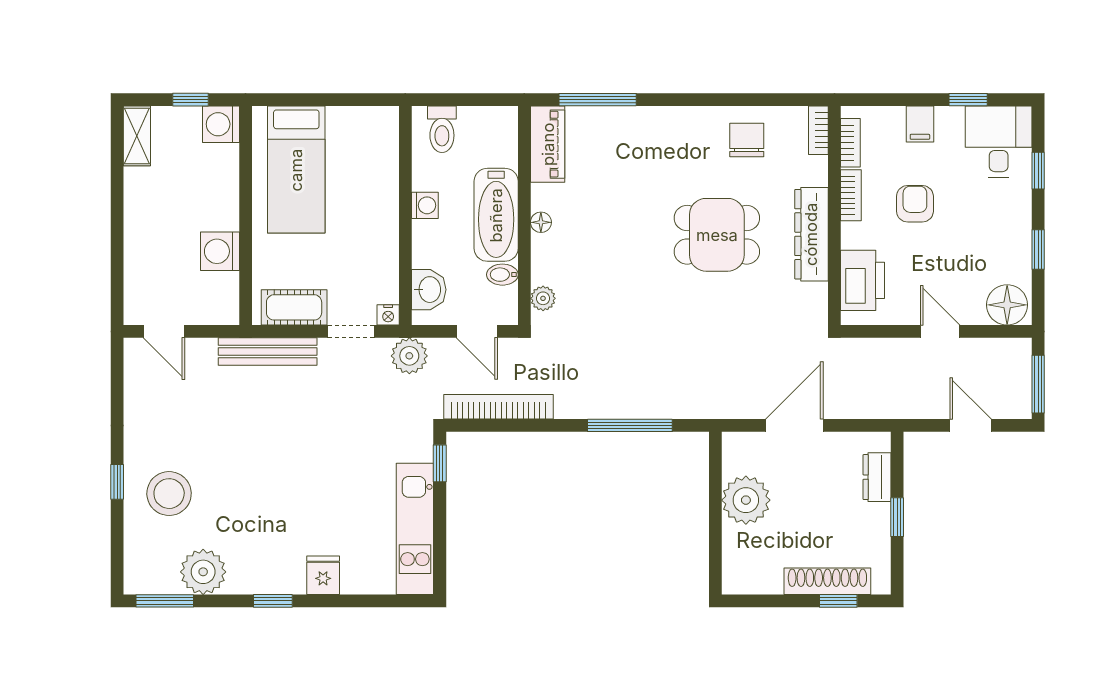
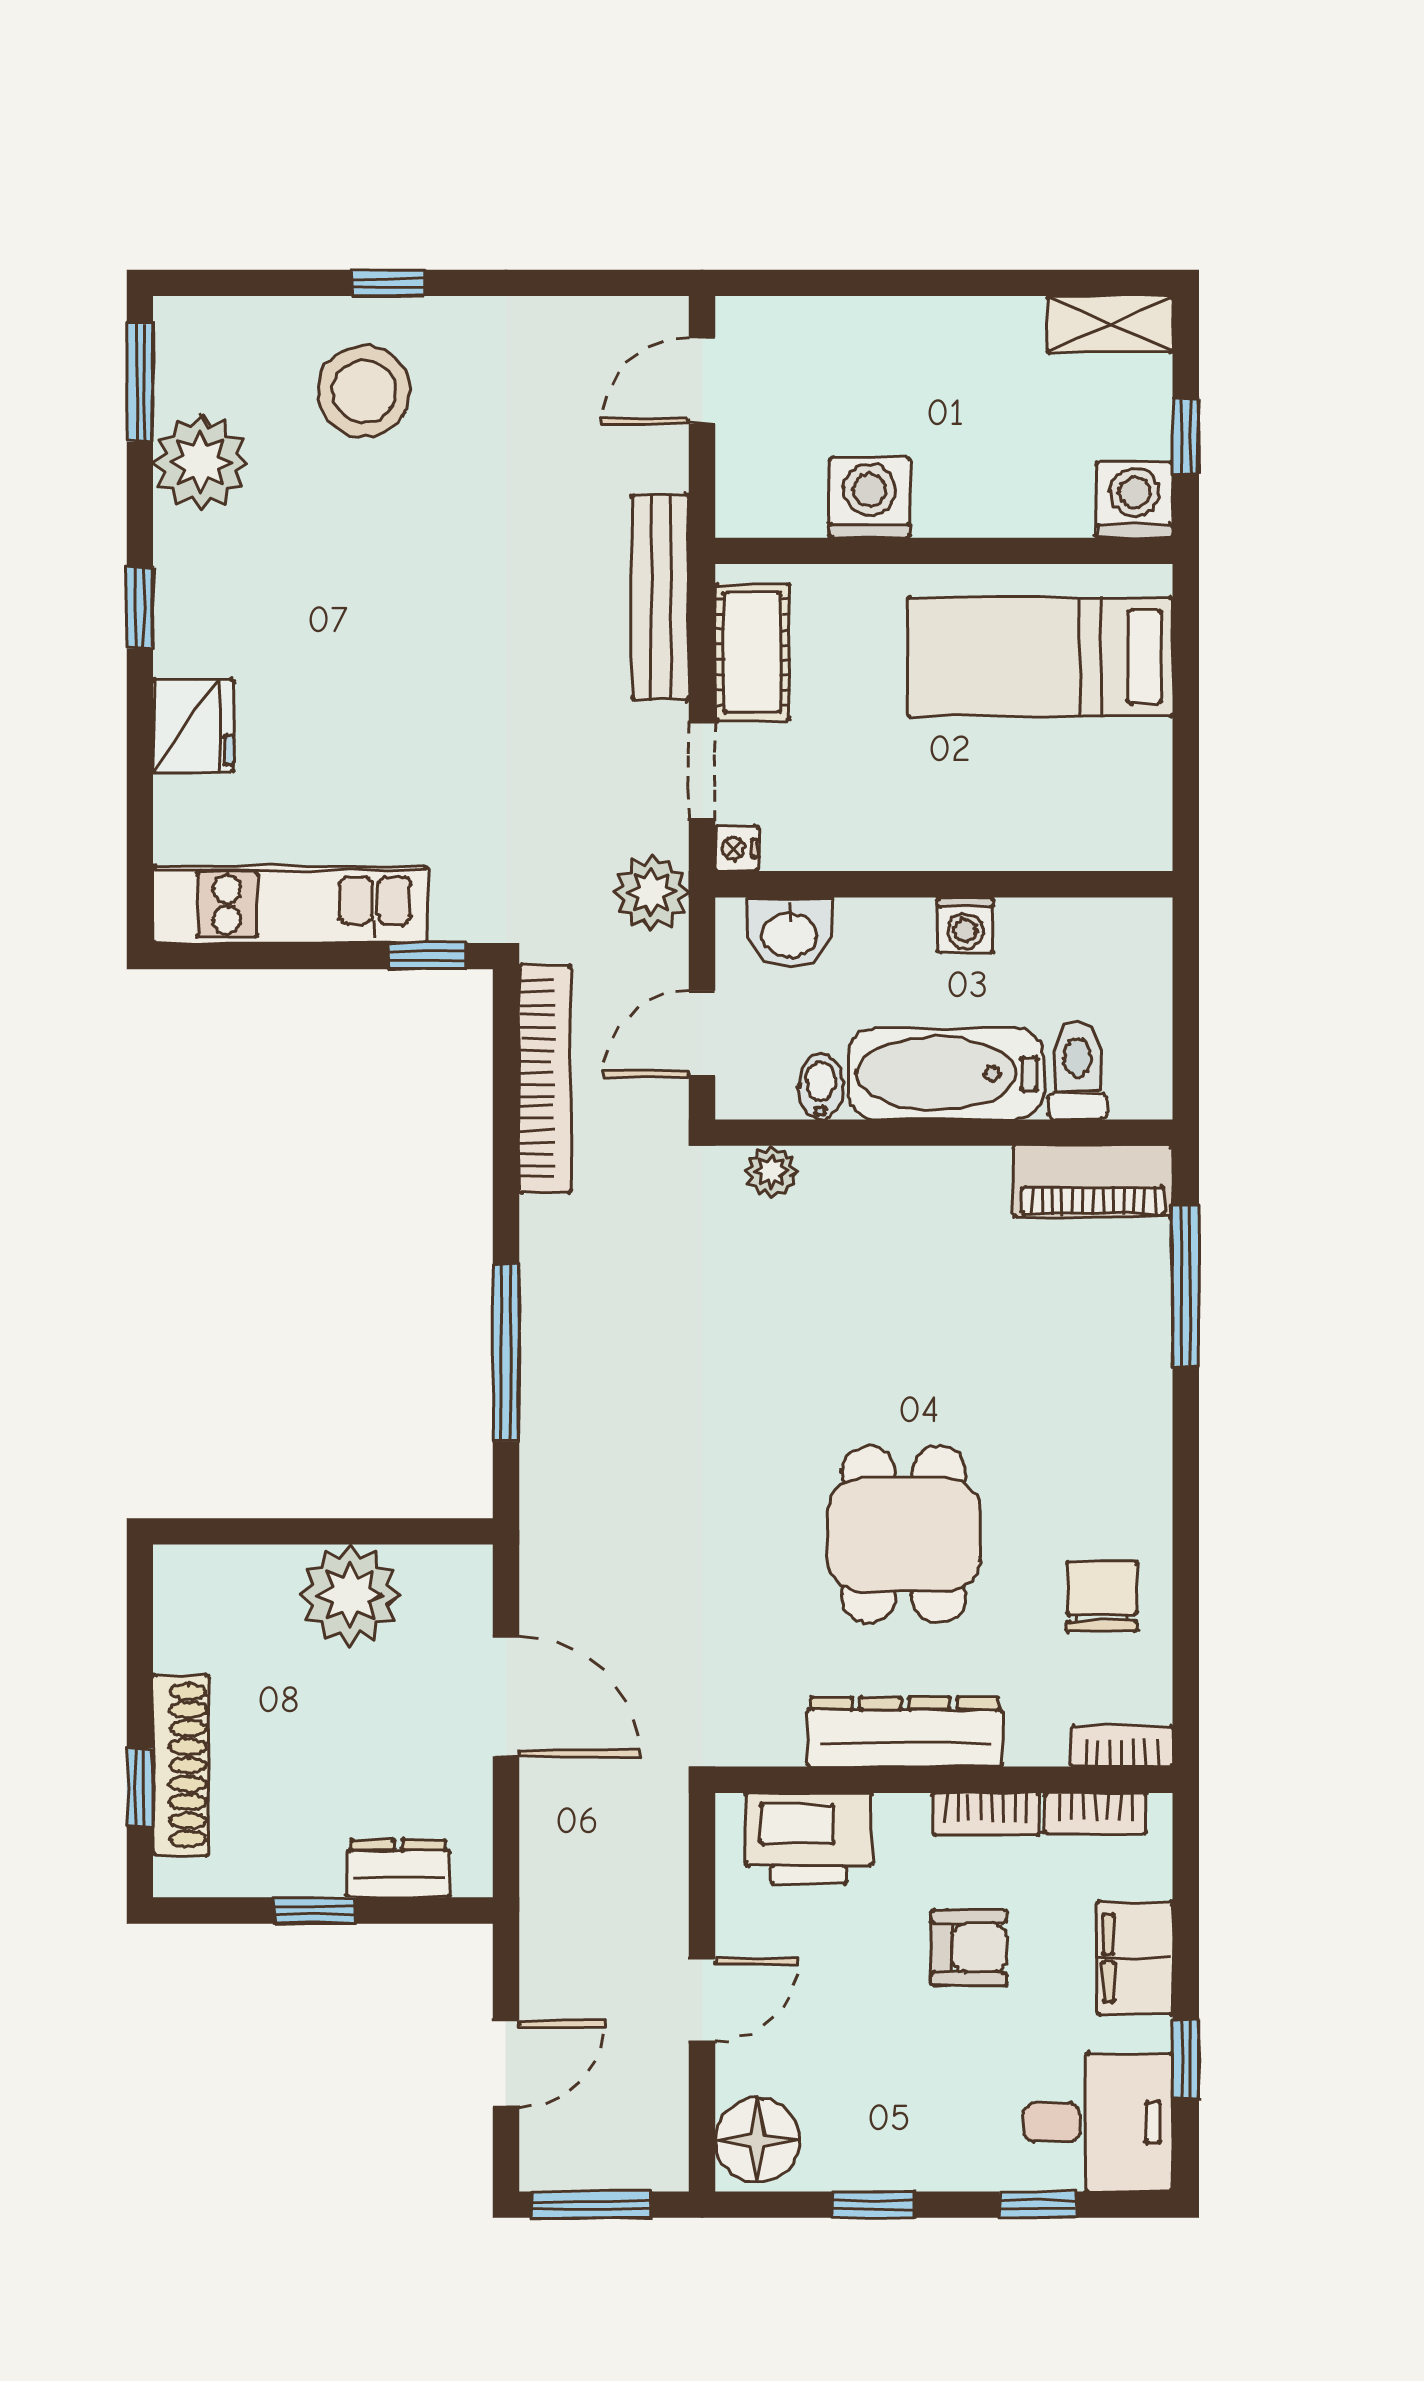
filing cabinet: (920, 124) -> (1135, 1958), width x2.00
toilet: (442, 129) -> (1078, 1071), moved, turned 90
chair: (747, 140) -> (1102, 1597), turned -90
floor lamp: (541, 222) -> (930, 1167), removed
fridge: (323, 575) -> (193, 726), width x1.38

